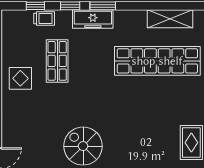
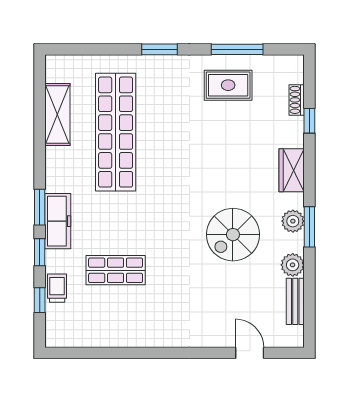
display table: (20, 78) -> (140, 321), removed

